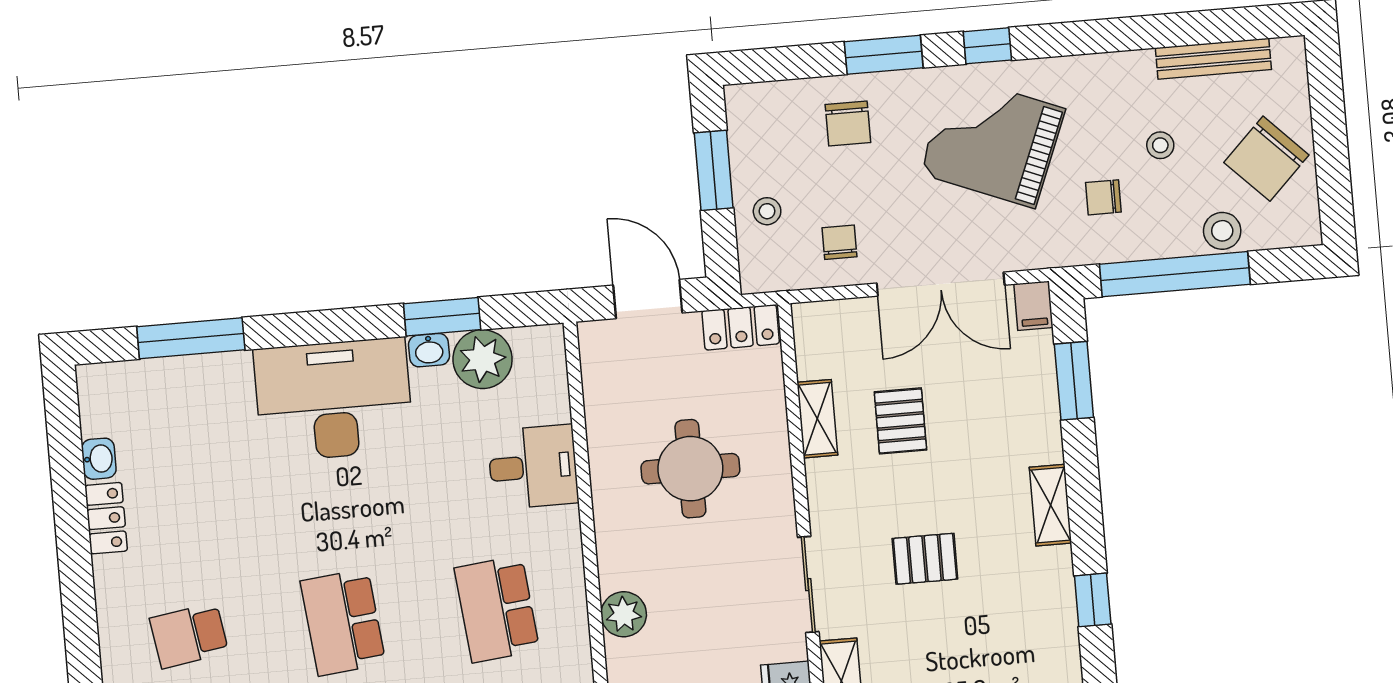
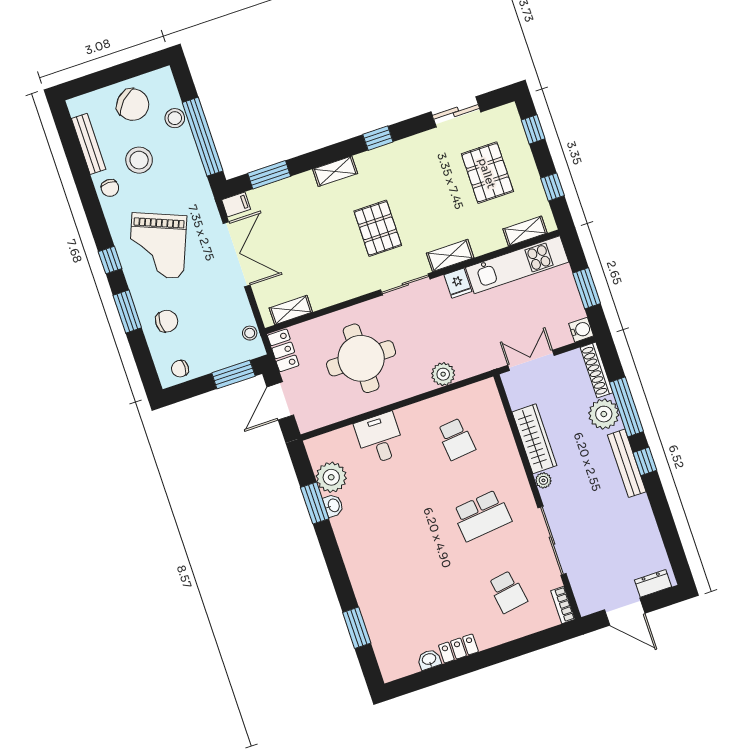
stool: (1160, 145) -> (139, 160), width x1.89, depth x1.89
window: (714, 170) -> (233, 375), moved
chair: (1103, 197) -> (110, 188), moved
stool: (767, 211) -> (250, 333), moved
chair: (839, 242) -> (180, 369), moved
window: (191, 338) -> (357, 628), width x0.69
desk: (334, 400) -> (370, 548), removed
shelving: (817, 419) -> (291, 310), moved
pallet: (900, 421) -> (311, 258), removed
round table: (690, 469) -> (361, 358), width x1.36, depth x1.36
pallet: (925, 559) -> (378, 228), width x1.50, depth x1.42
school desk: (497, 609) -> (456, 439), width x0.54

